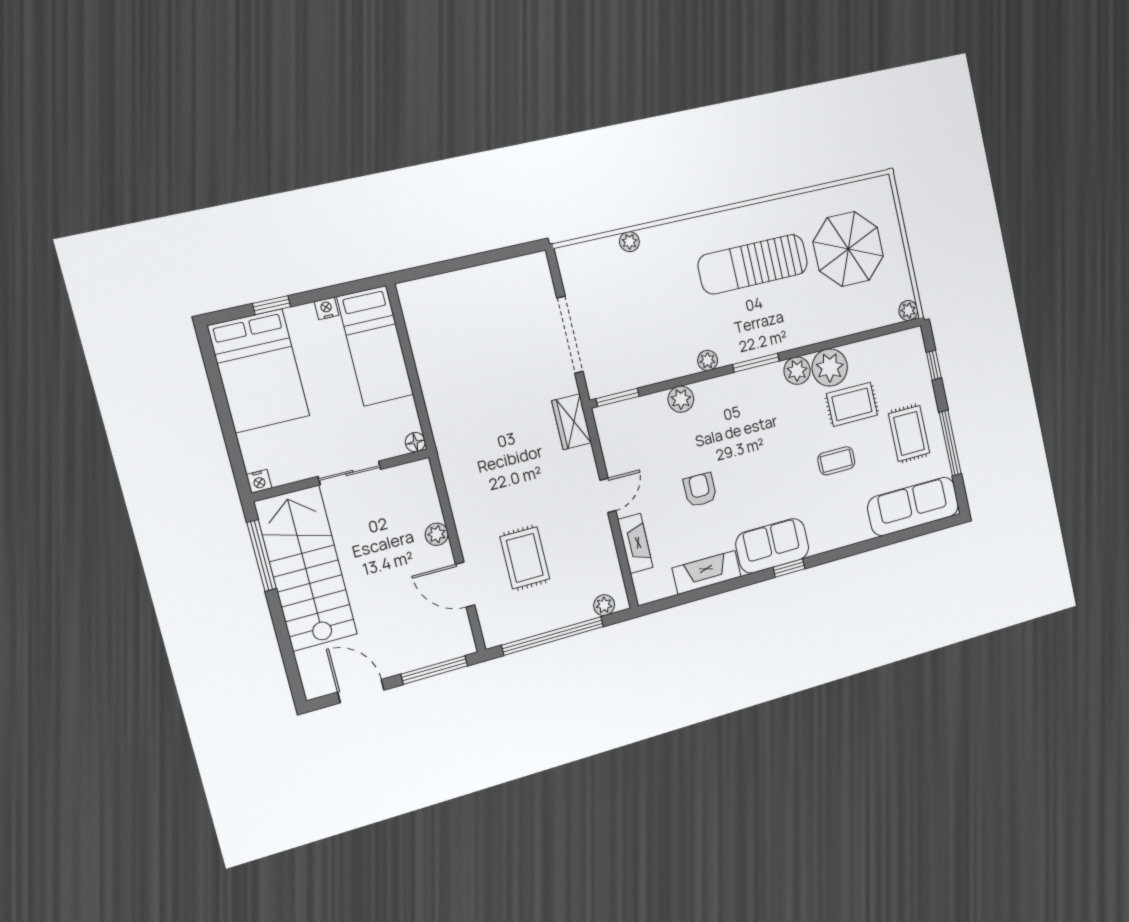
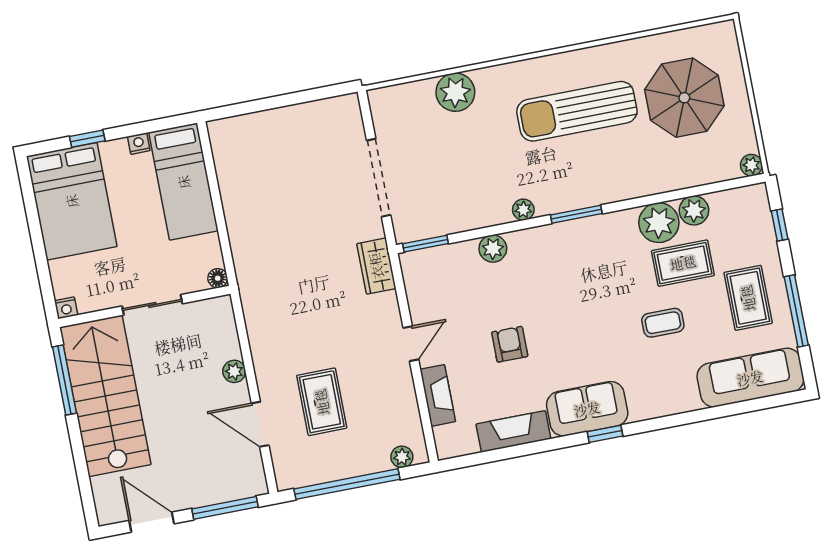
plant: (629, 242) -> (455, 92), width x1.88, depth x1.88
plant: (797, 371) -> (694, 210), moved

